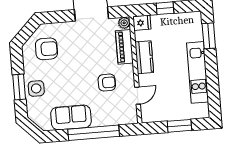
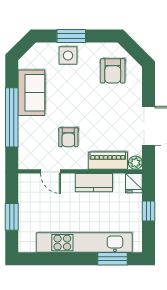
kitchen unit: (198, 72) -> (84, 243), width x1.36

